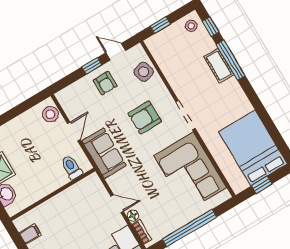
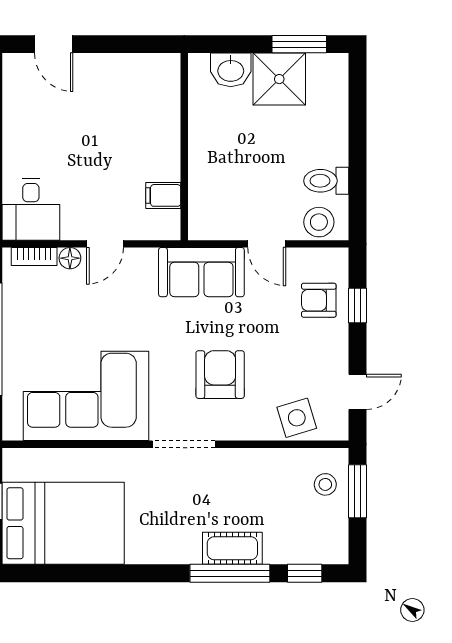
window: (160, 25) -> (357, 491), width x1.50
stool: (191, 26) -> (325, 484), moved
window: (92, 66) -> (357, 306), moved
armchair: (105, 83) -> (319, 300), moved
toilet: (72, 167) -> (326, 181), moved, turned 180
filing cabinet: (30, 234) -> (163, 195), moved, turned 90

